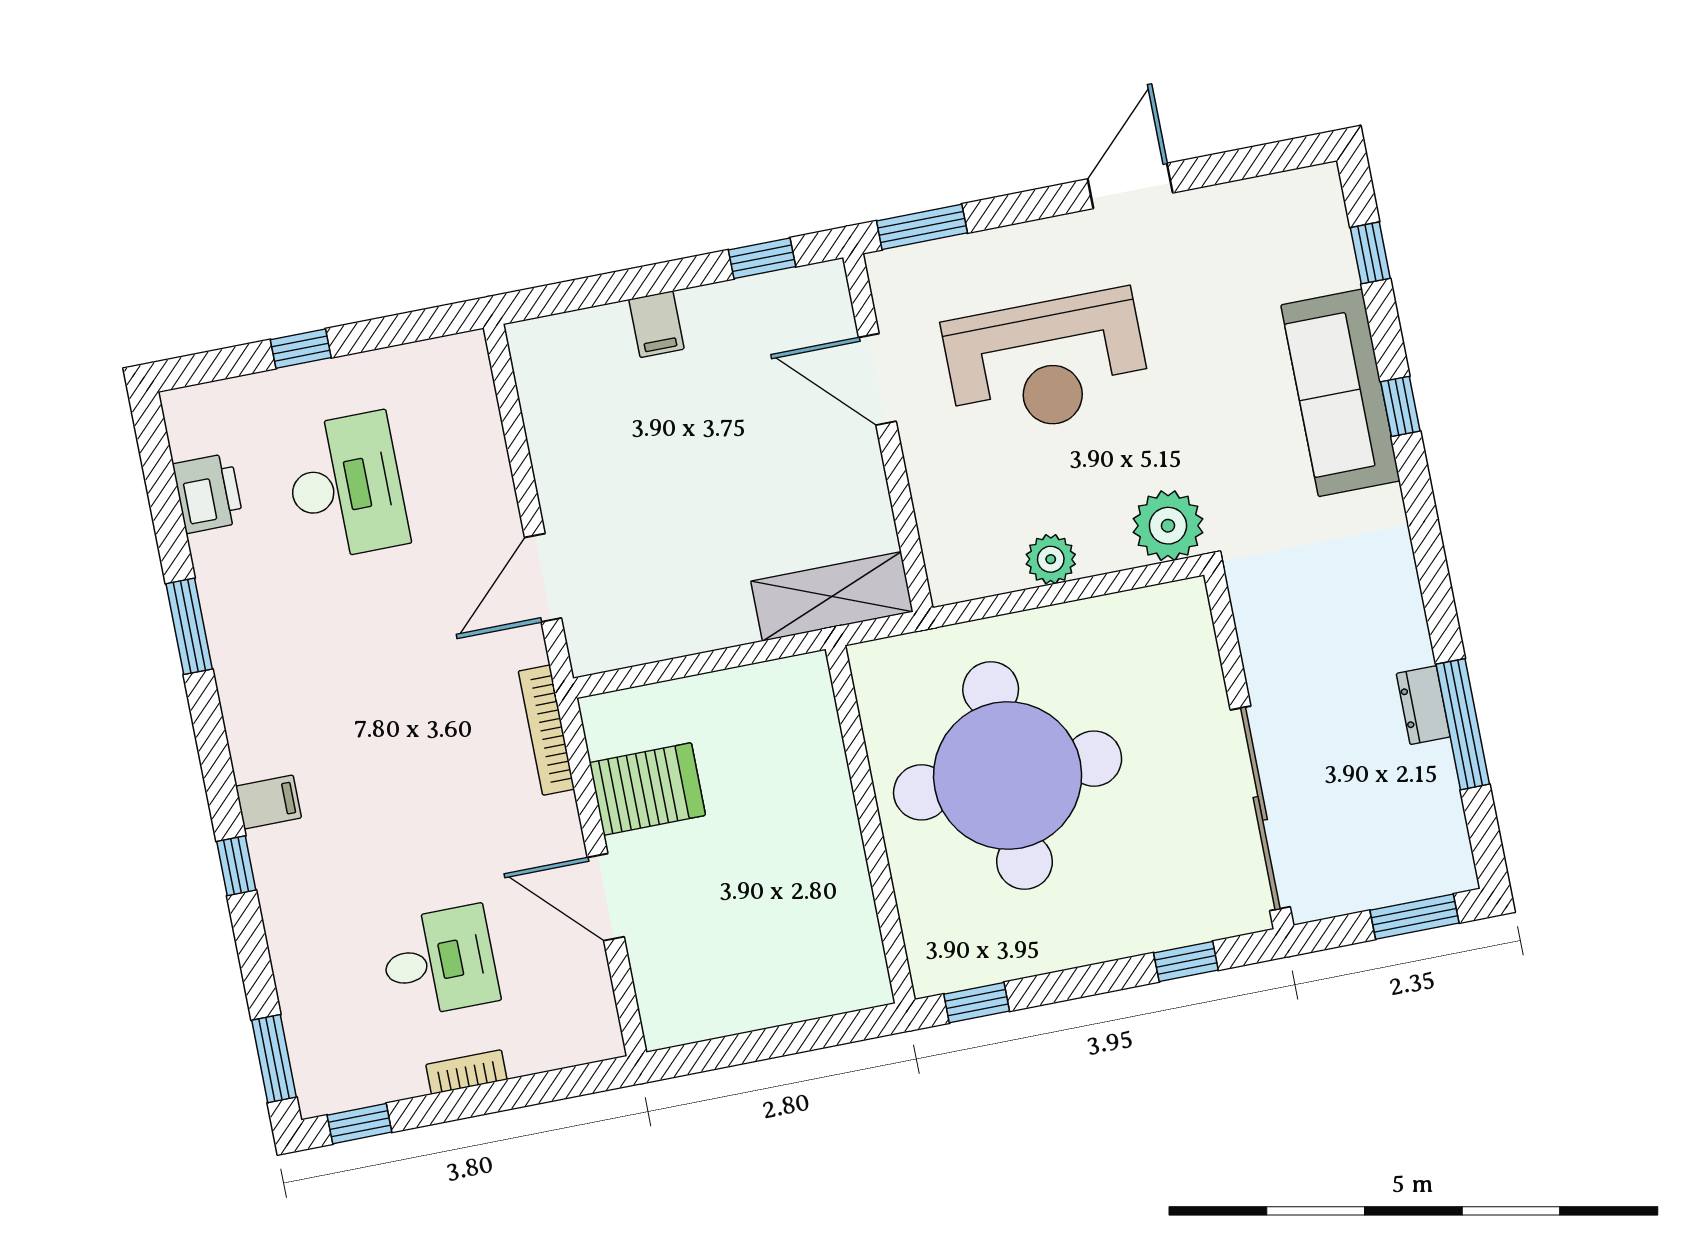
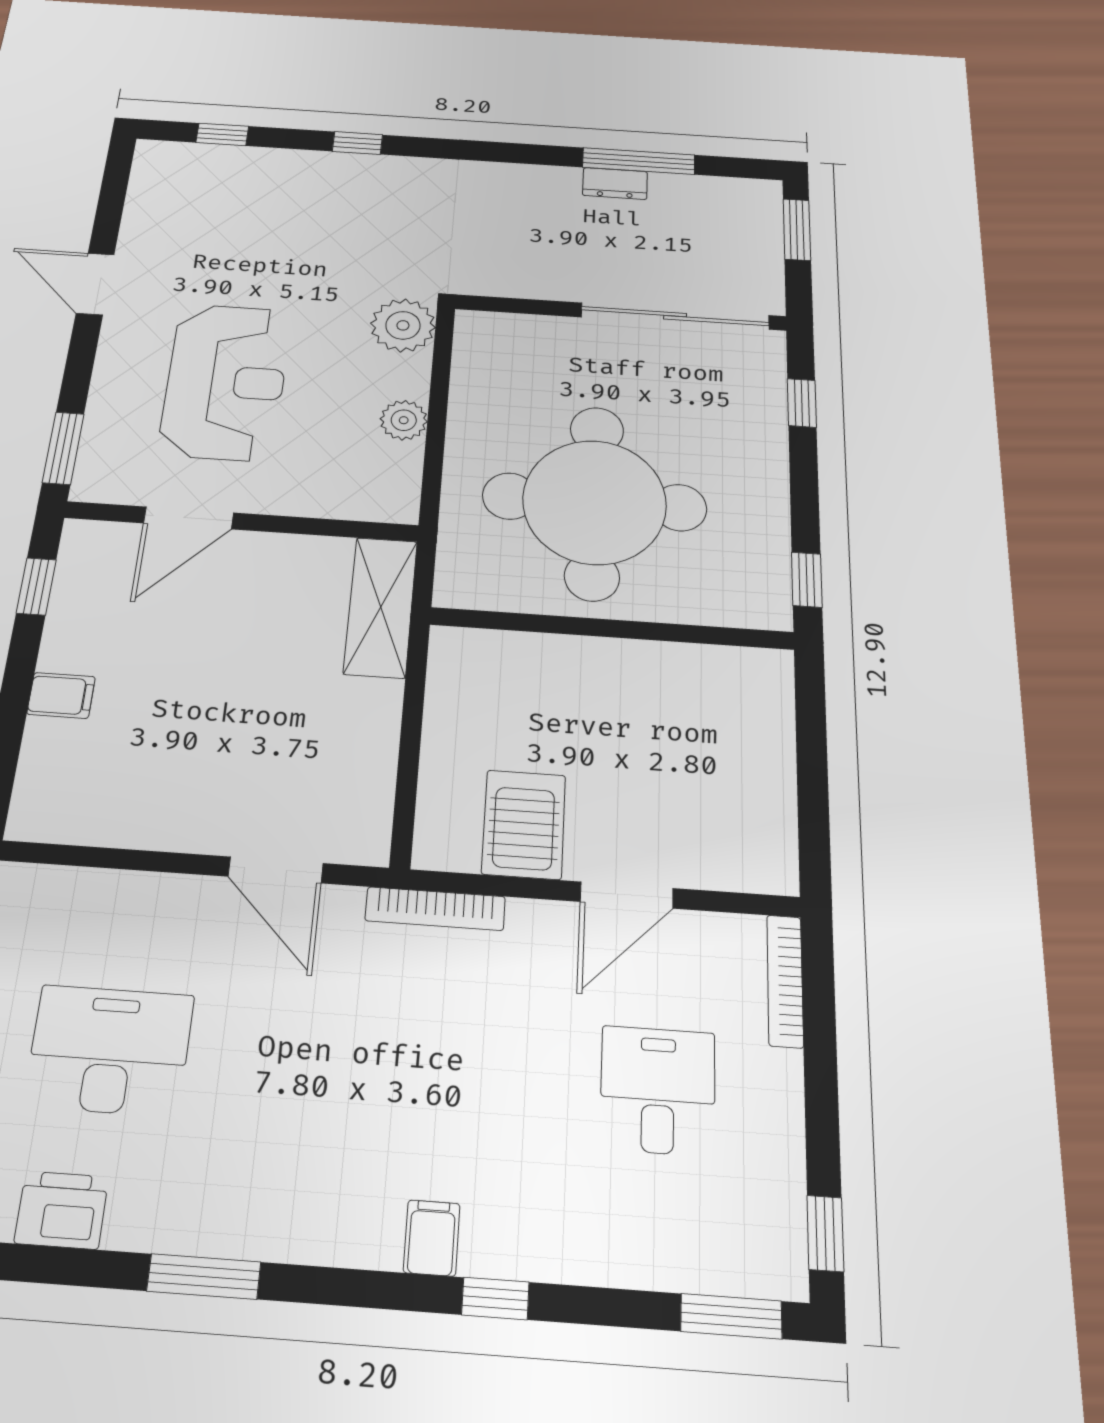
sofa: (1340, 393) -> (331, 180), removed
bookcase: (466, 1072) -> (785, 981), moved, width x1.56

